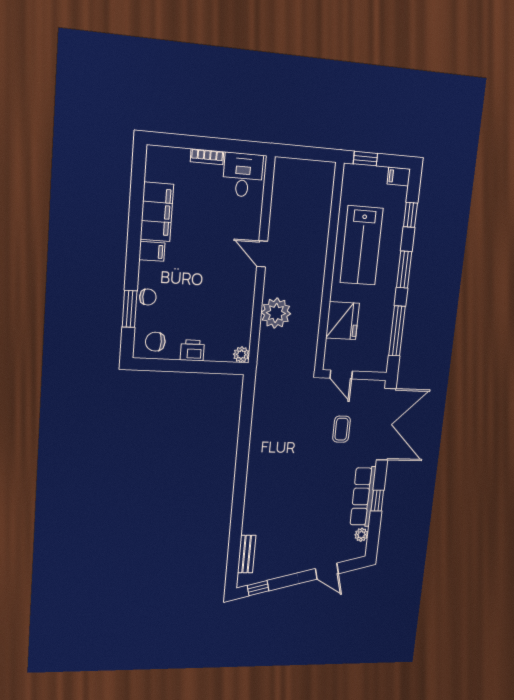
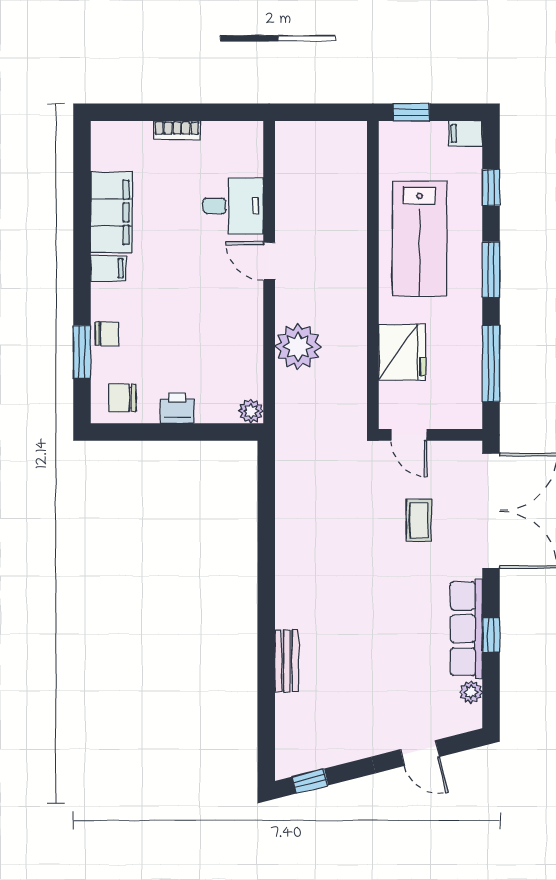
desk: (243, 175) -> (233, 206), moved, turned 90
bench: (247, 554) -> (287, 661), moved

